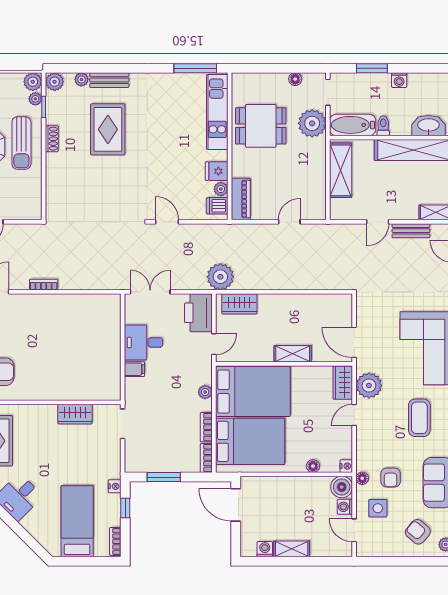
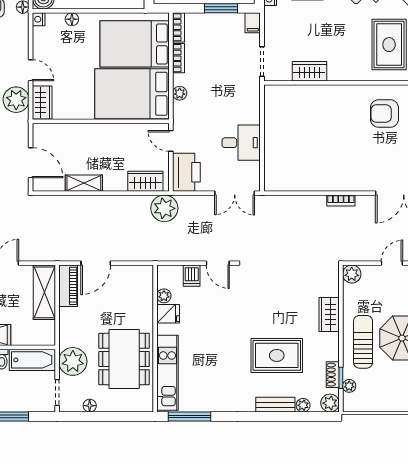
plant: (33, 82) -> (352, 274), moved
dining table: (261, 126) -> (124, 359), width x1.38
rug: (108, 129) -> (277, 355), turned 90
shoe rack: (52, 139) -> (333, 375), moved
wardrobe: (55, 170) -> (329, 315), added
shelving: (341, 170) -> (44, 292), moved
piano: (241, 199) -> (68, 286), moved, turned 180
dishwasher: (217, 206) -> (192, 276), moved, turned 90
door: (289, 222) -> (96, 263), width x1.38
door: (354, 342) -> (31, 163), moved
door: (214, 344) -> (171, 141), hinge flipped
shelving: (293, 354) -> (84, 183), moved
filing cabinet: (134, 369) -> (253, 23), moved, turned -90
door: (354, 415) -> (31, 70), hinge flipped

